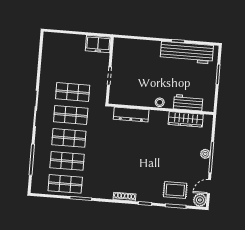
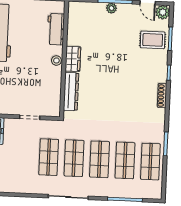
wardrobe: (186, 119) -> (73, 59), moved, width x0.67
rug: (175, 190) -> (153, 40), turned 90

